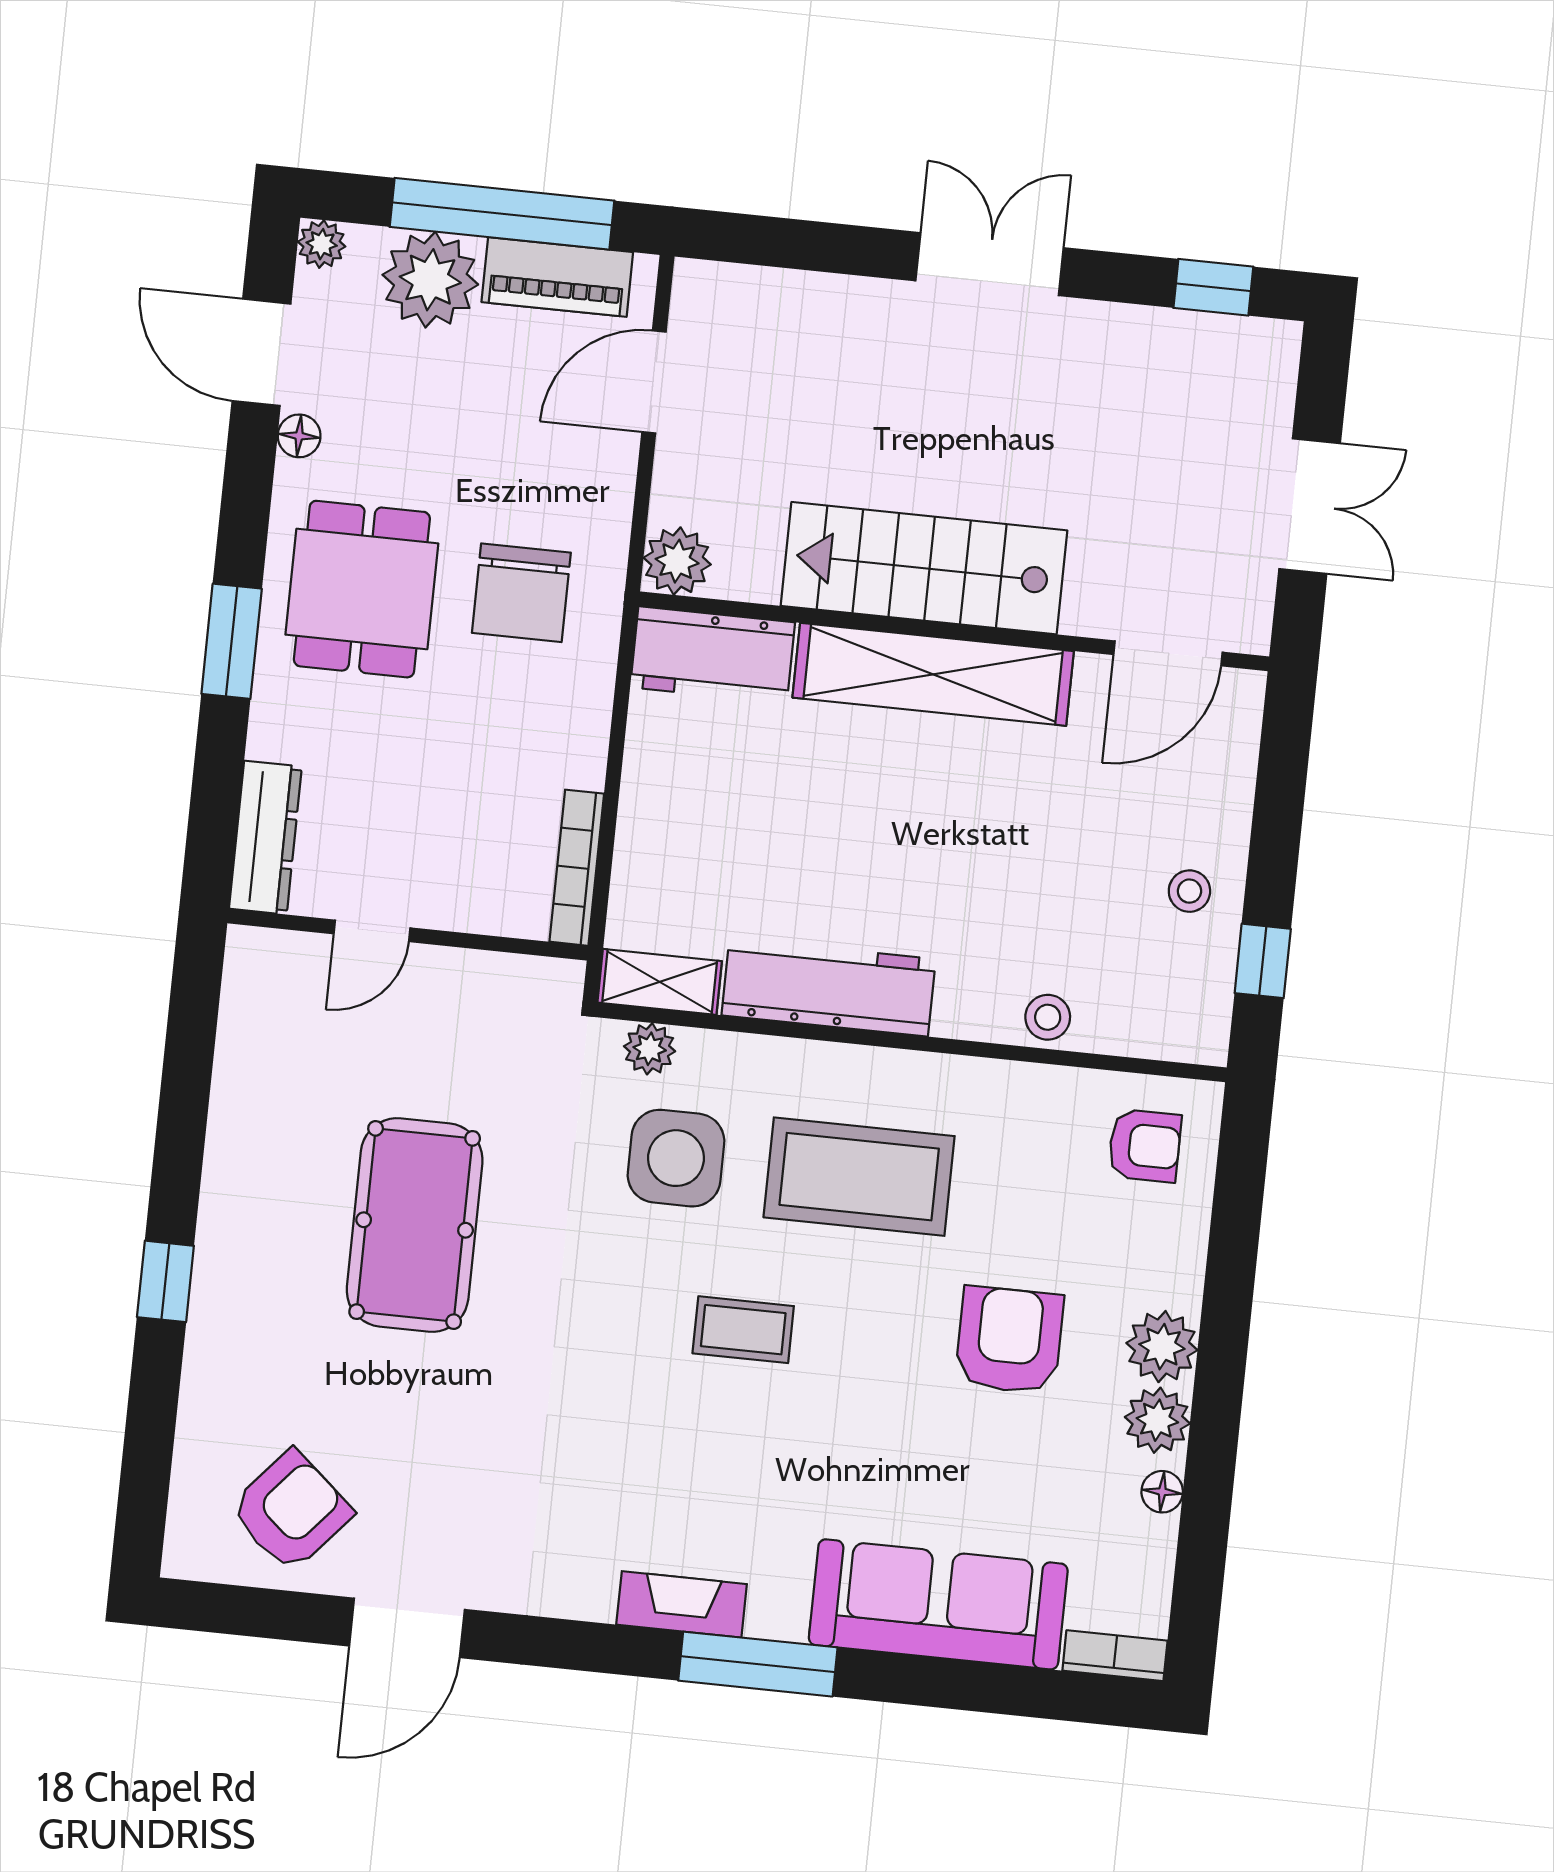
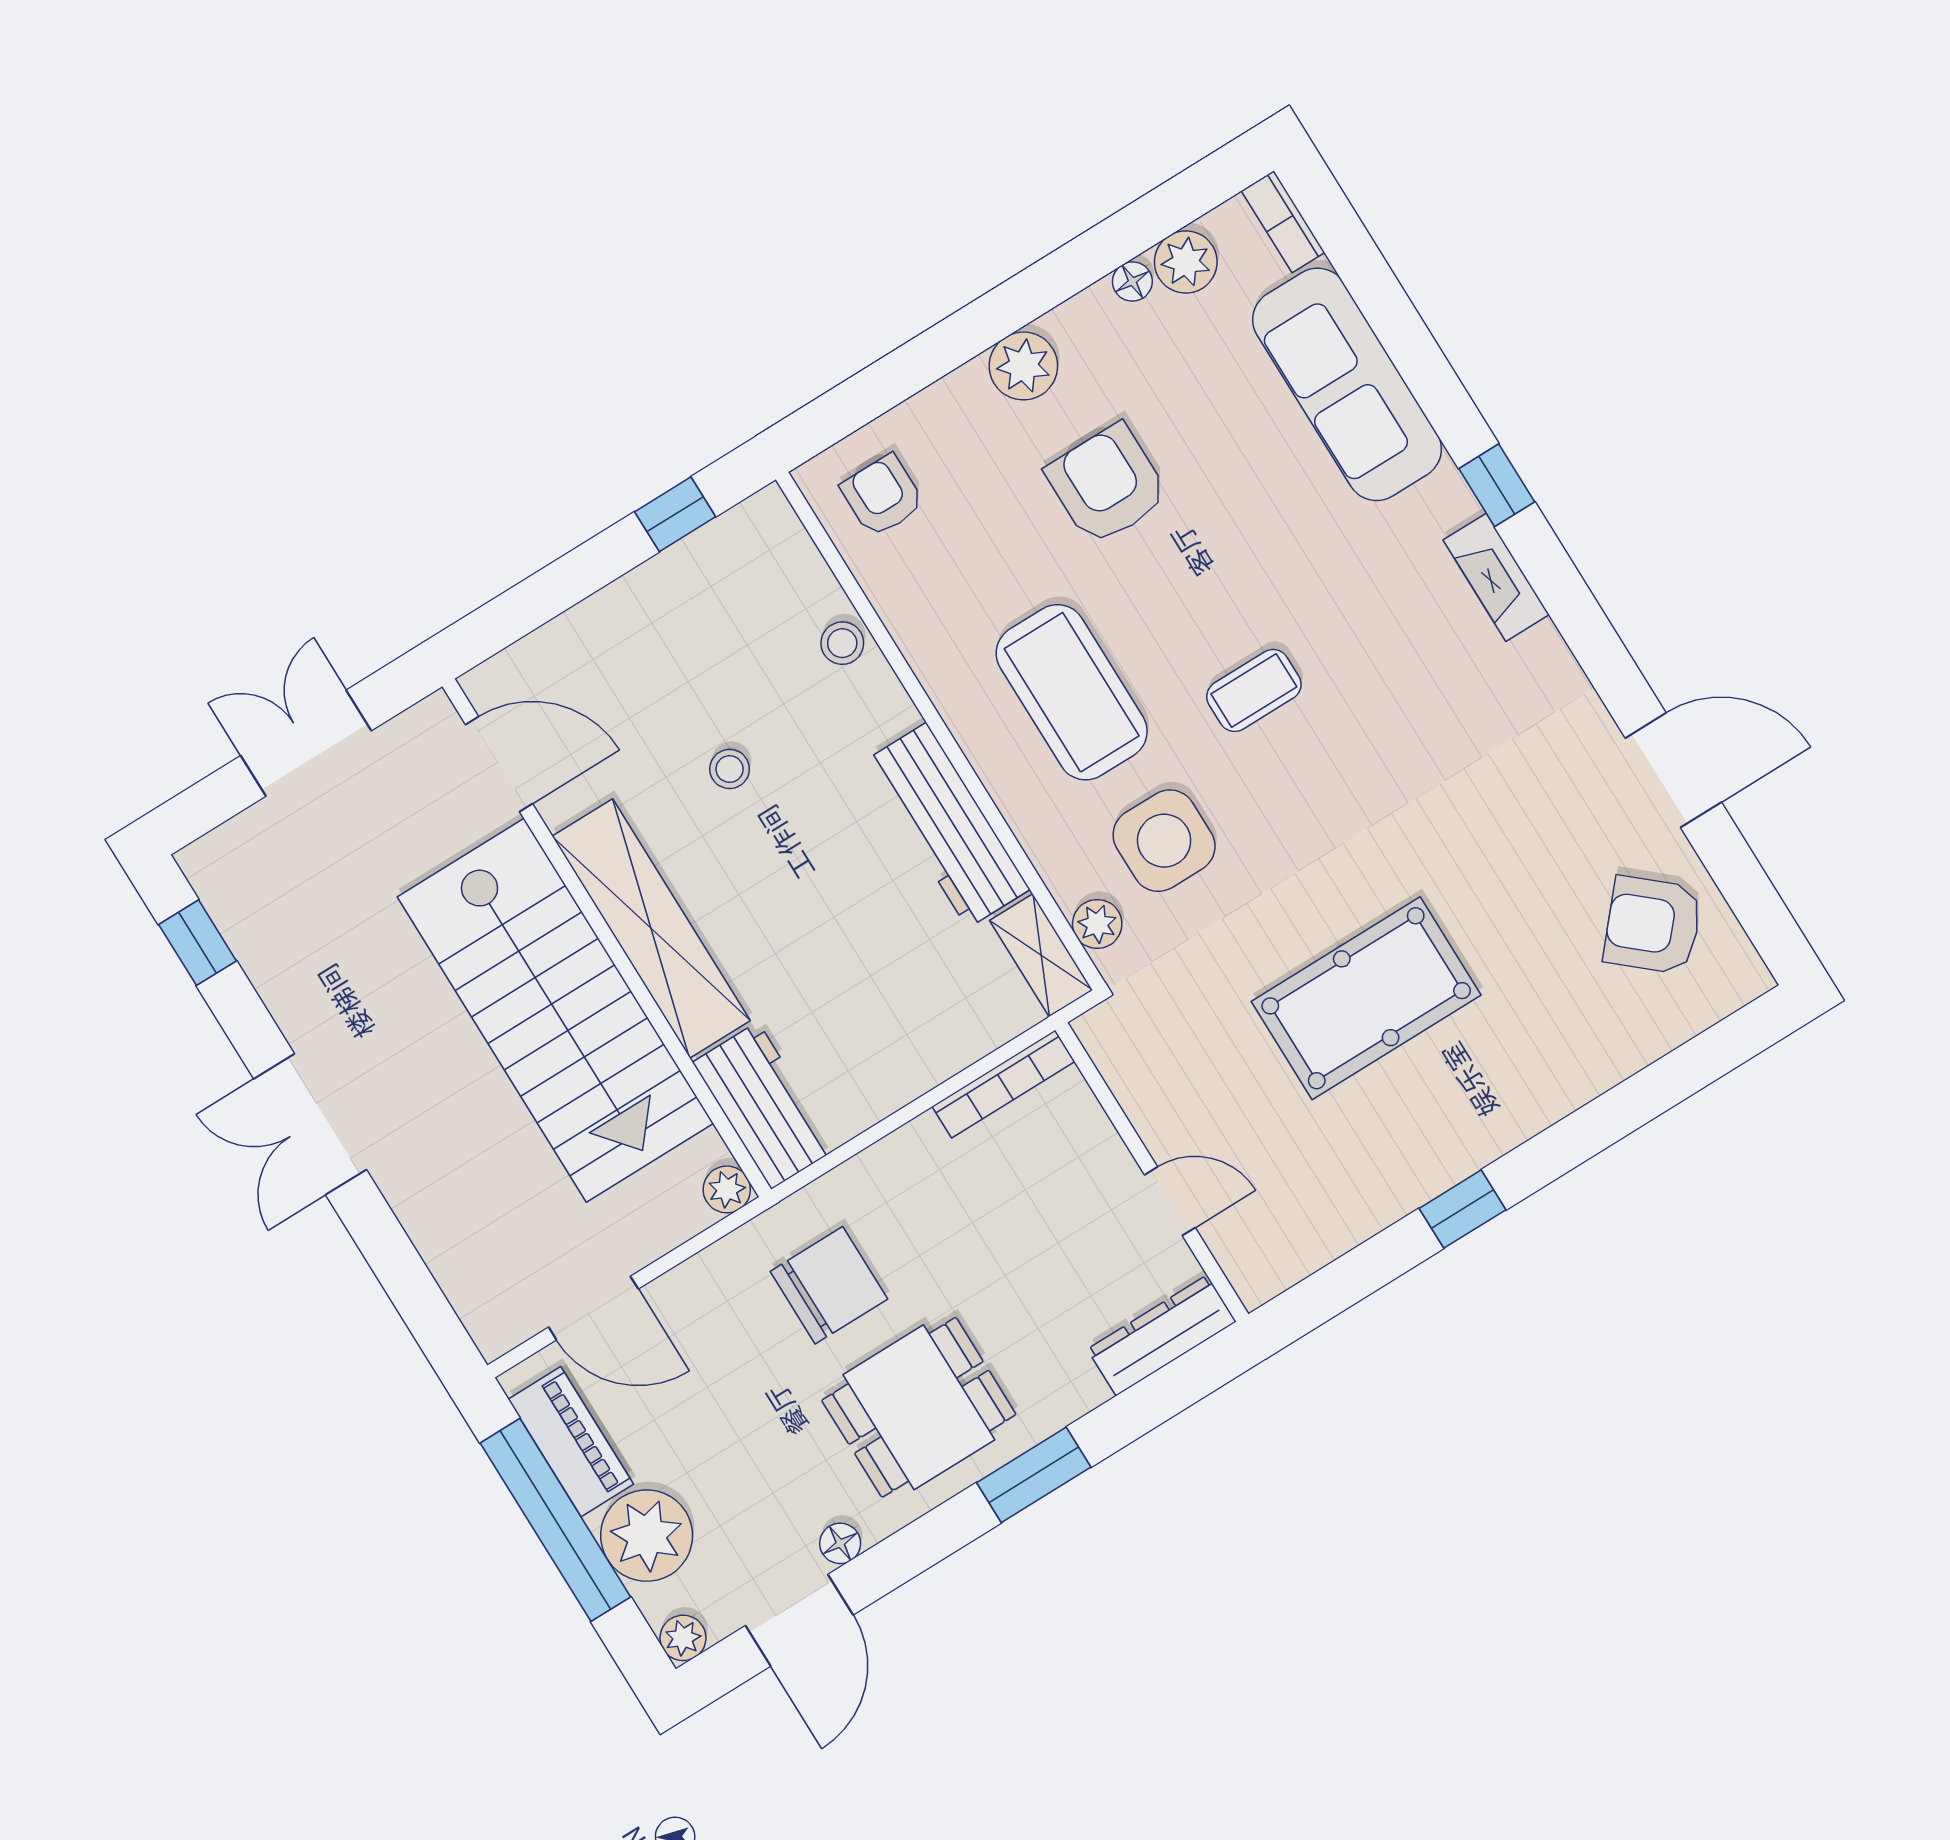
plant: (677, 561) -> (727, 1189), width x0.73, depth x0.73
stairs: (924, 568) -> (555, 1010), width x1.36, depth x1.51
stool: (1189, 891) -> (730, 769), moved
window: (165, 1281) -> (1462, 1209), moved
coffee table: (743, 1330) -> (1254, 690), turned 90
armchair: (1009, 1340) -> (1107, 484), turned 90
plant: (1157, 1420) -> (1186, 262), moved
window: (758, 1664) -> (1497, 485), width x0.46

